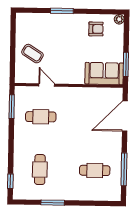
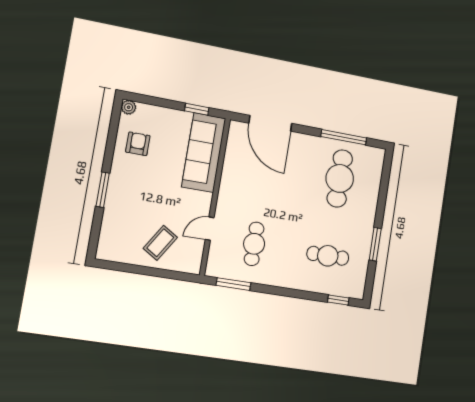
window: (126, 64) -> (197, 109), width x0.67
sofa: (104, 74) -> (204, 152), width x1.36
cafe table: (95, 170) -> (340, 178), width x1.37, depth x1.35

